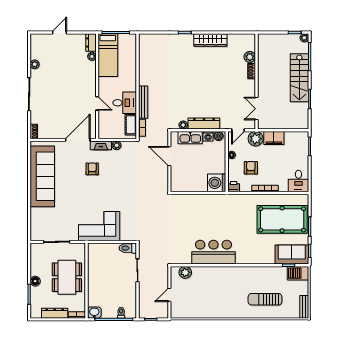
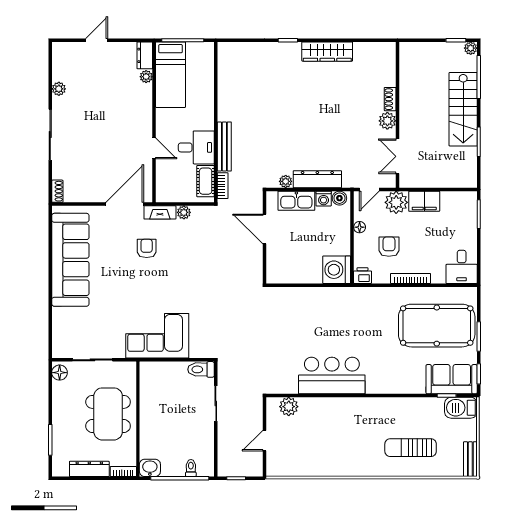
plant: (250, 57) -> (387, 121), moved
floor lamp: (35, 281) -> (60, 373), moved

